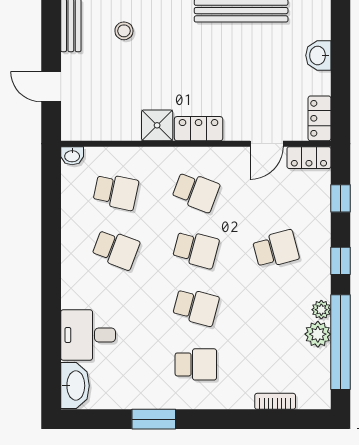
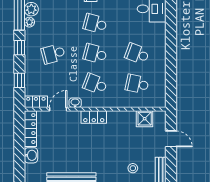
locker: (319, 118) -> (30, 129), width x1.53
shower: (157, 125) -> (145, 119), moved
washbasin: (72, 156) -> (75, 103), moved

